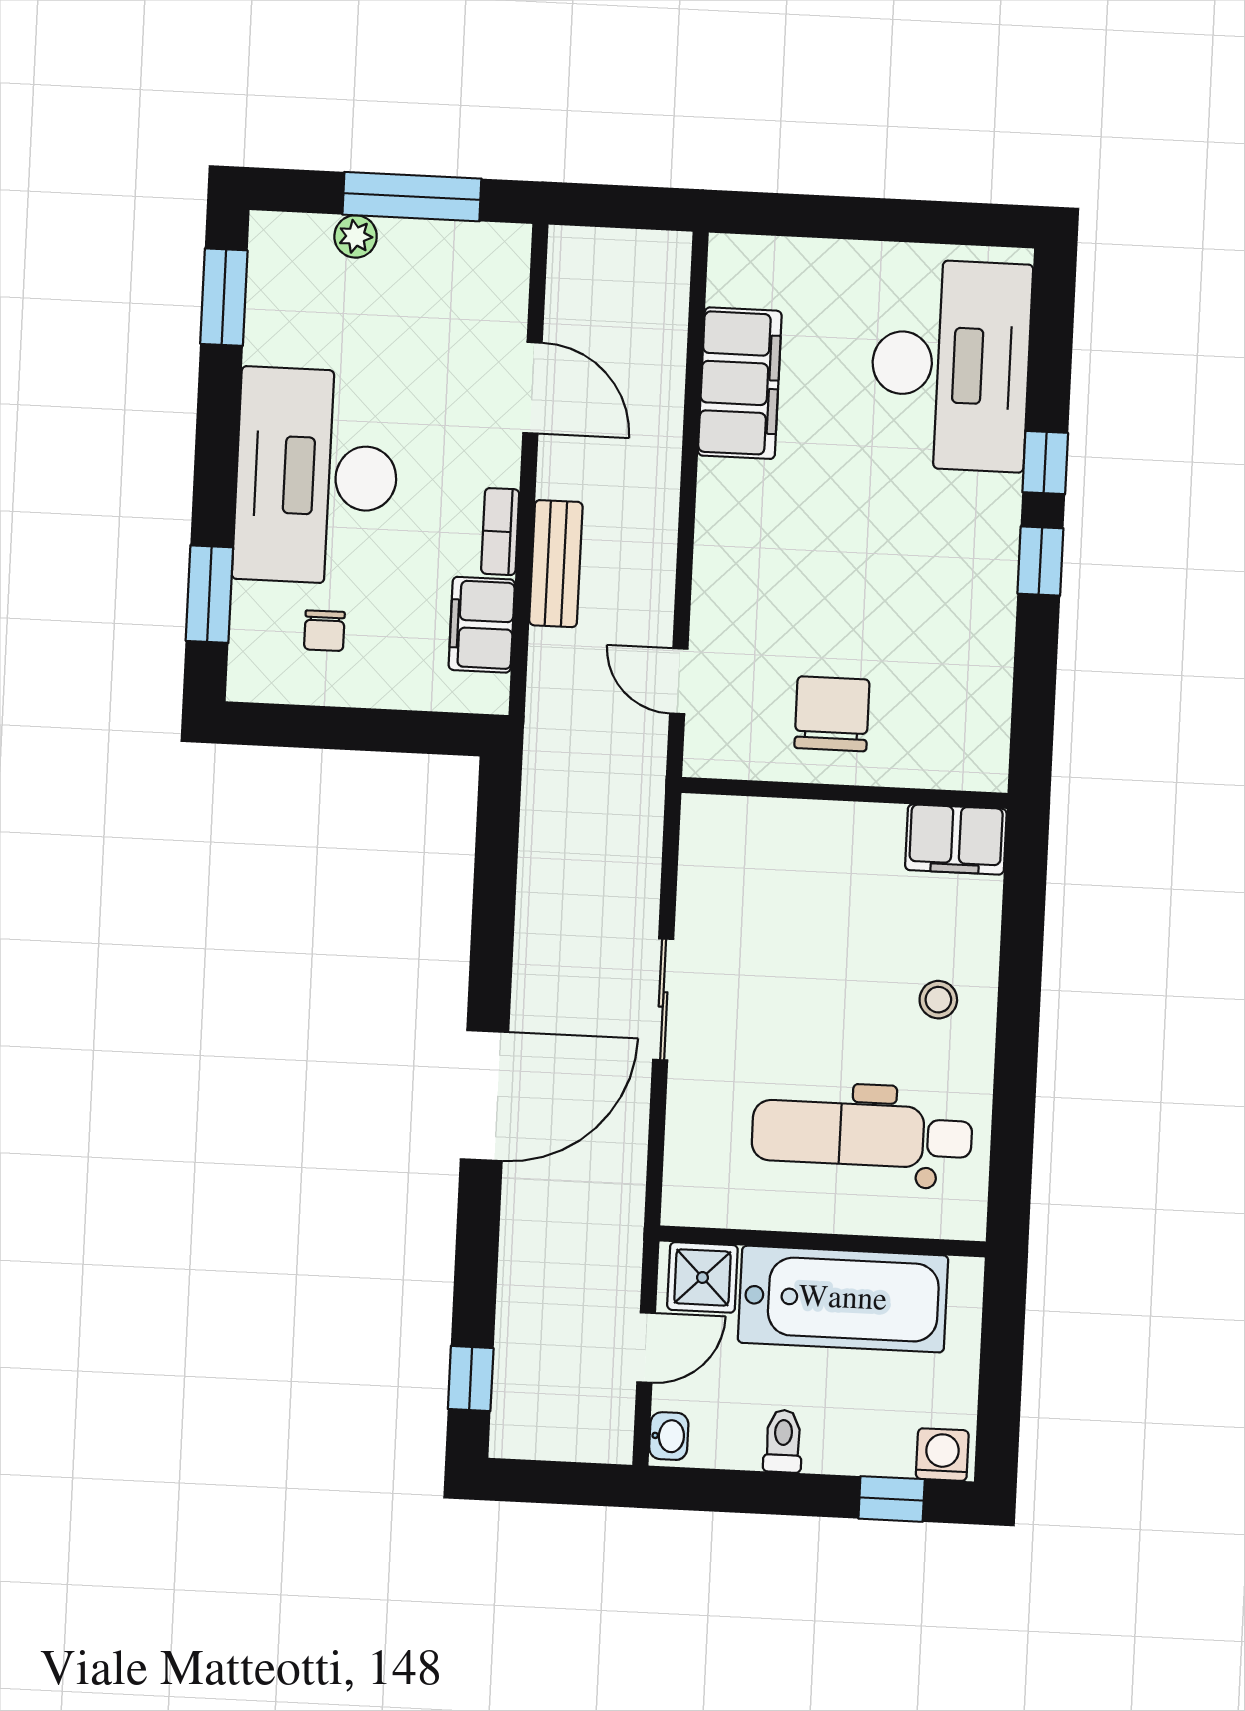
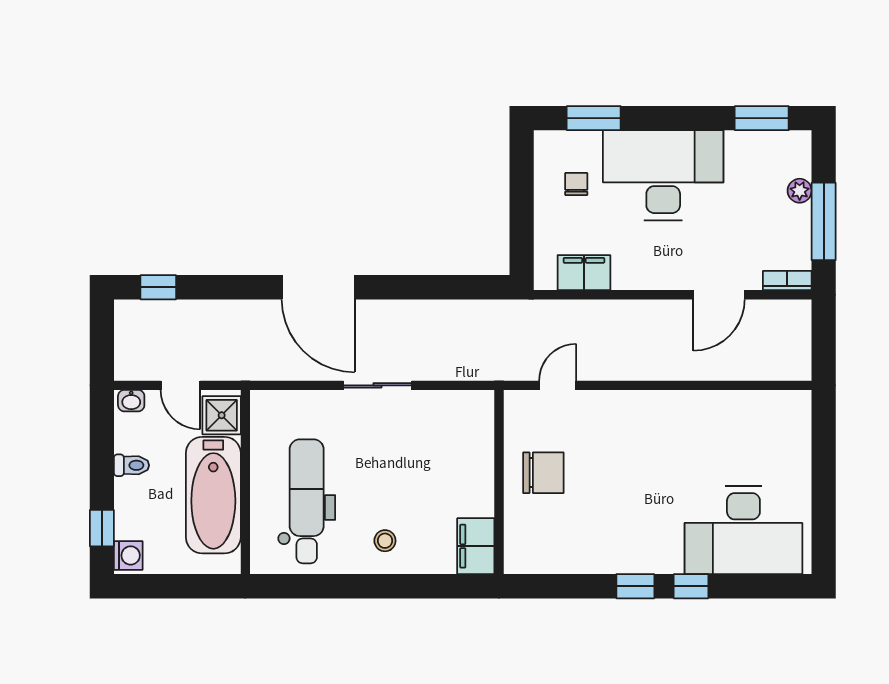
filing cabinet: (740, 383) -> (727, 412), removed
bookcase: (500, 532) -> (787, 281), moved
bench: (556, 564) -> (620, 313), removed
chair: (324, 631) -> (576, 184), turned 90

